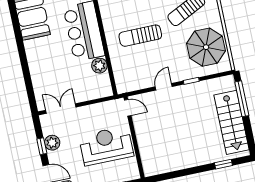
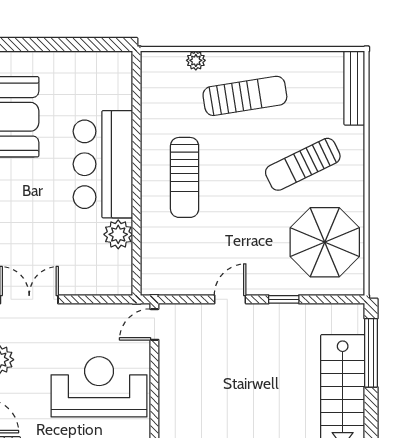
sun lounger: (140, 36) -> (185, 177), moved, turned -90
door: (128, 108) -> (154, 324), swing flipped

